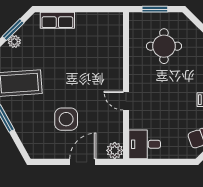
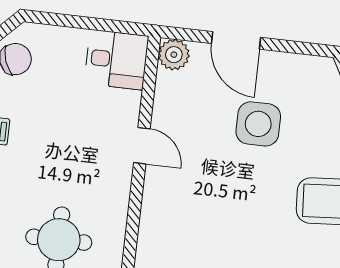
door: (83, 162) -> (236, 40), hinge flipped

